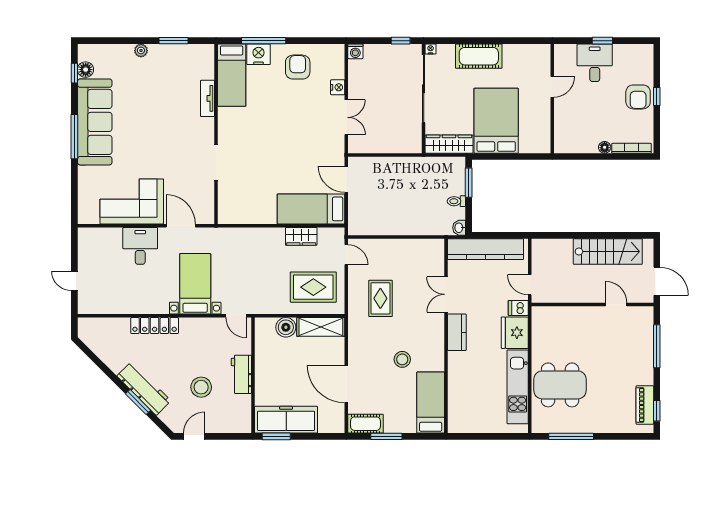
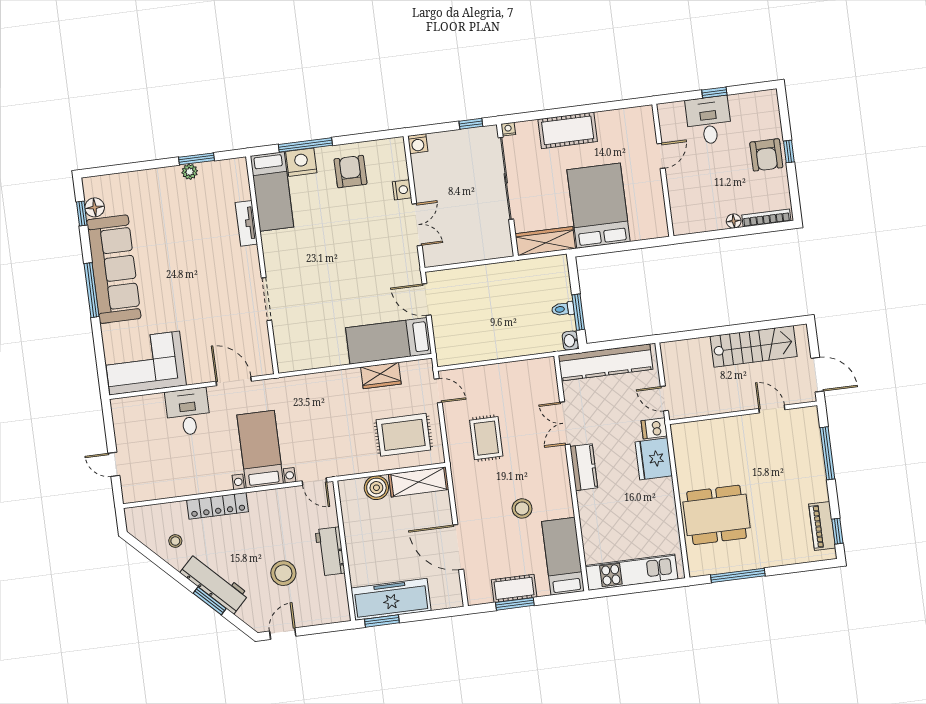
plant: (141, 50) -> (190, 172), moved
window: (469, 183) -> (578, 312), moved
corner sofa: (132, 202) -> (145, 363), moved
stool: (116, 350) -> (175, 541), added
kitchen unit: (518, 387) -> (631, 572), moved, turned 90
cot: (365, 424) -> (514, 588), moved

